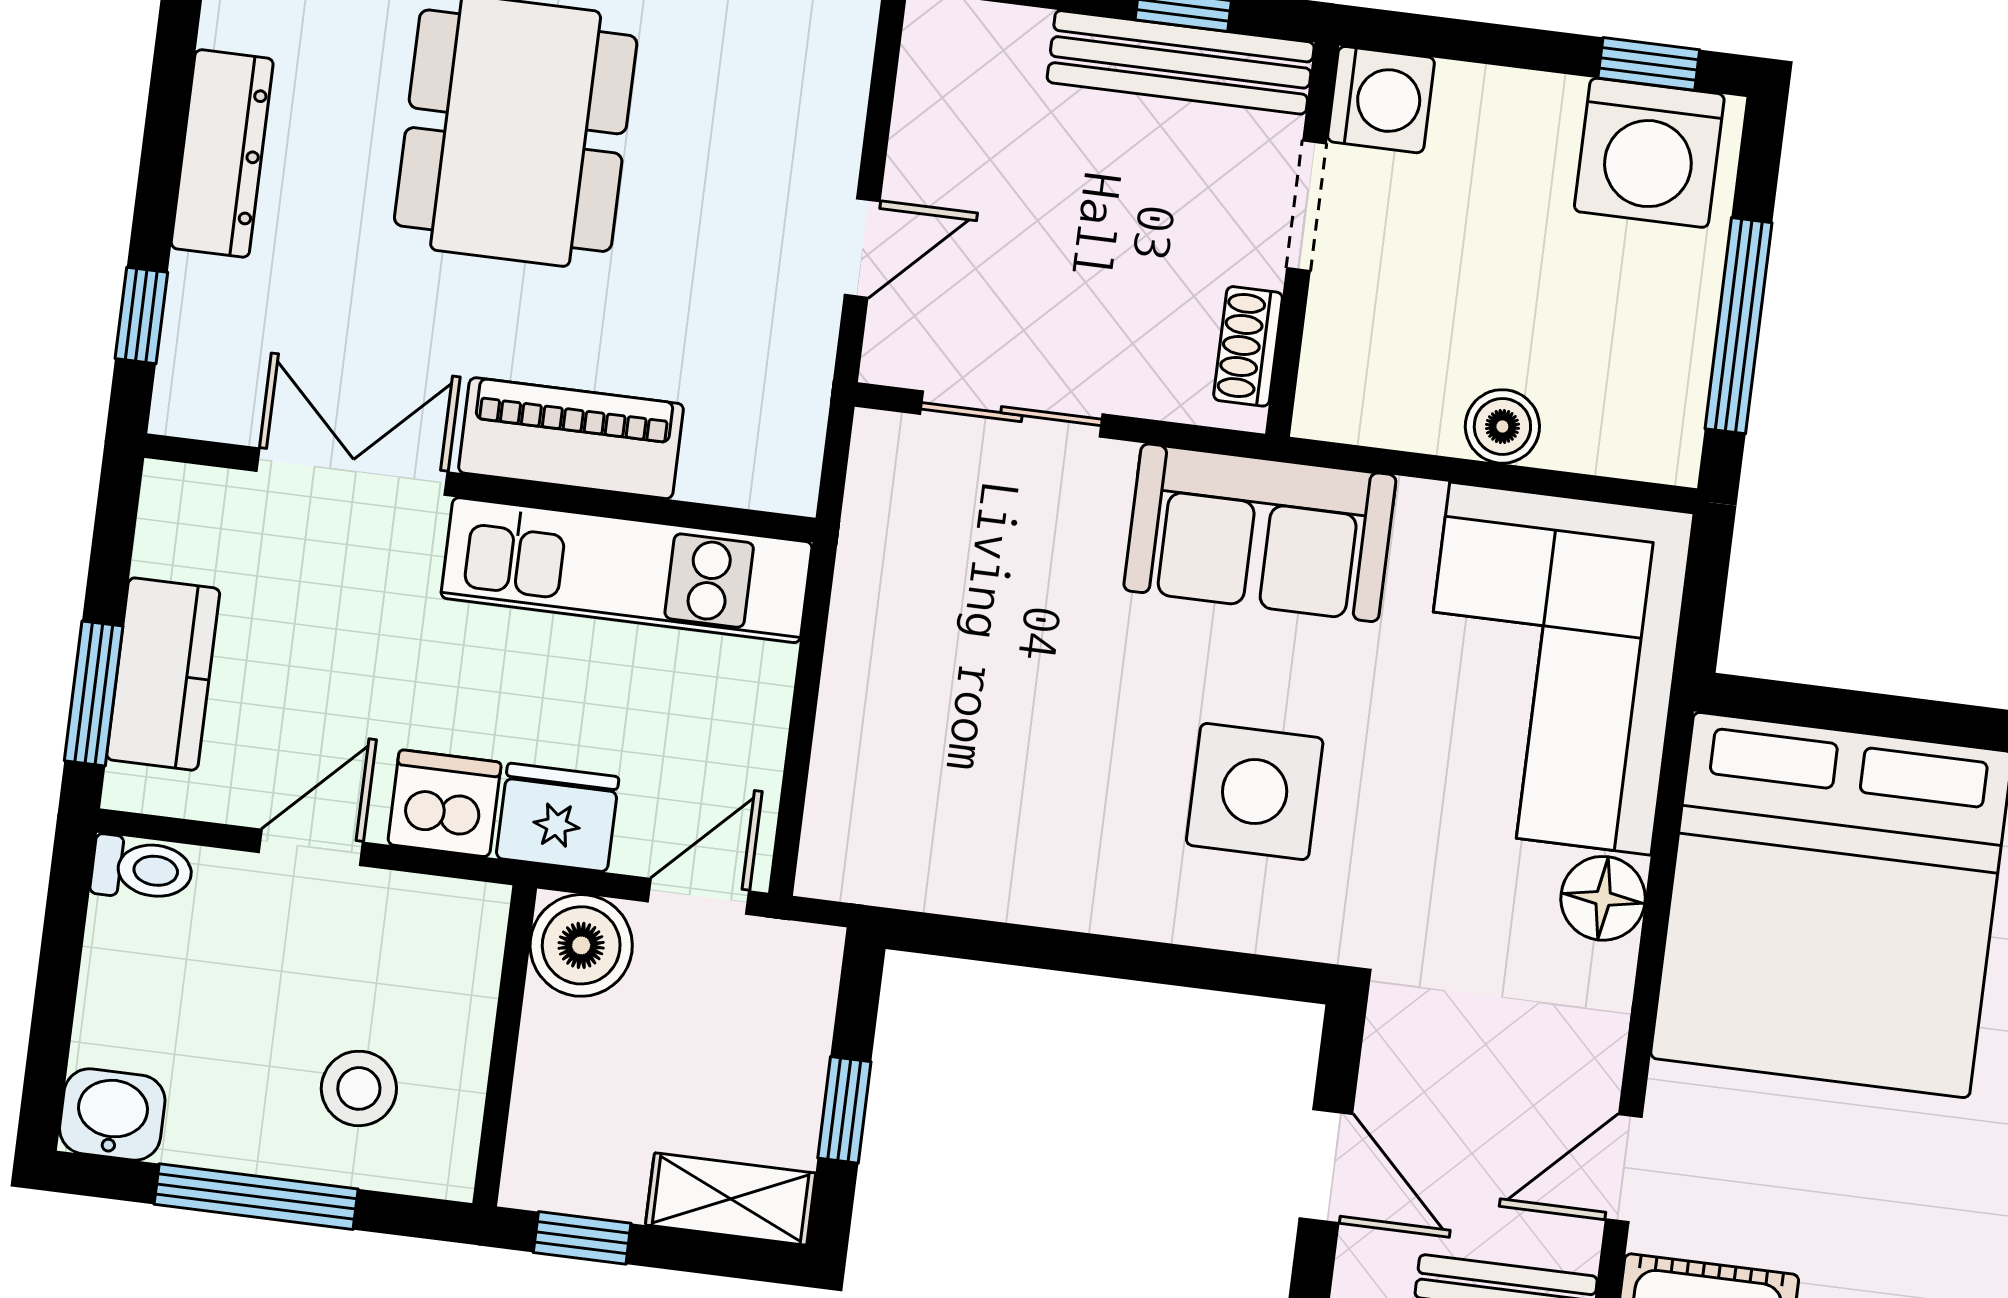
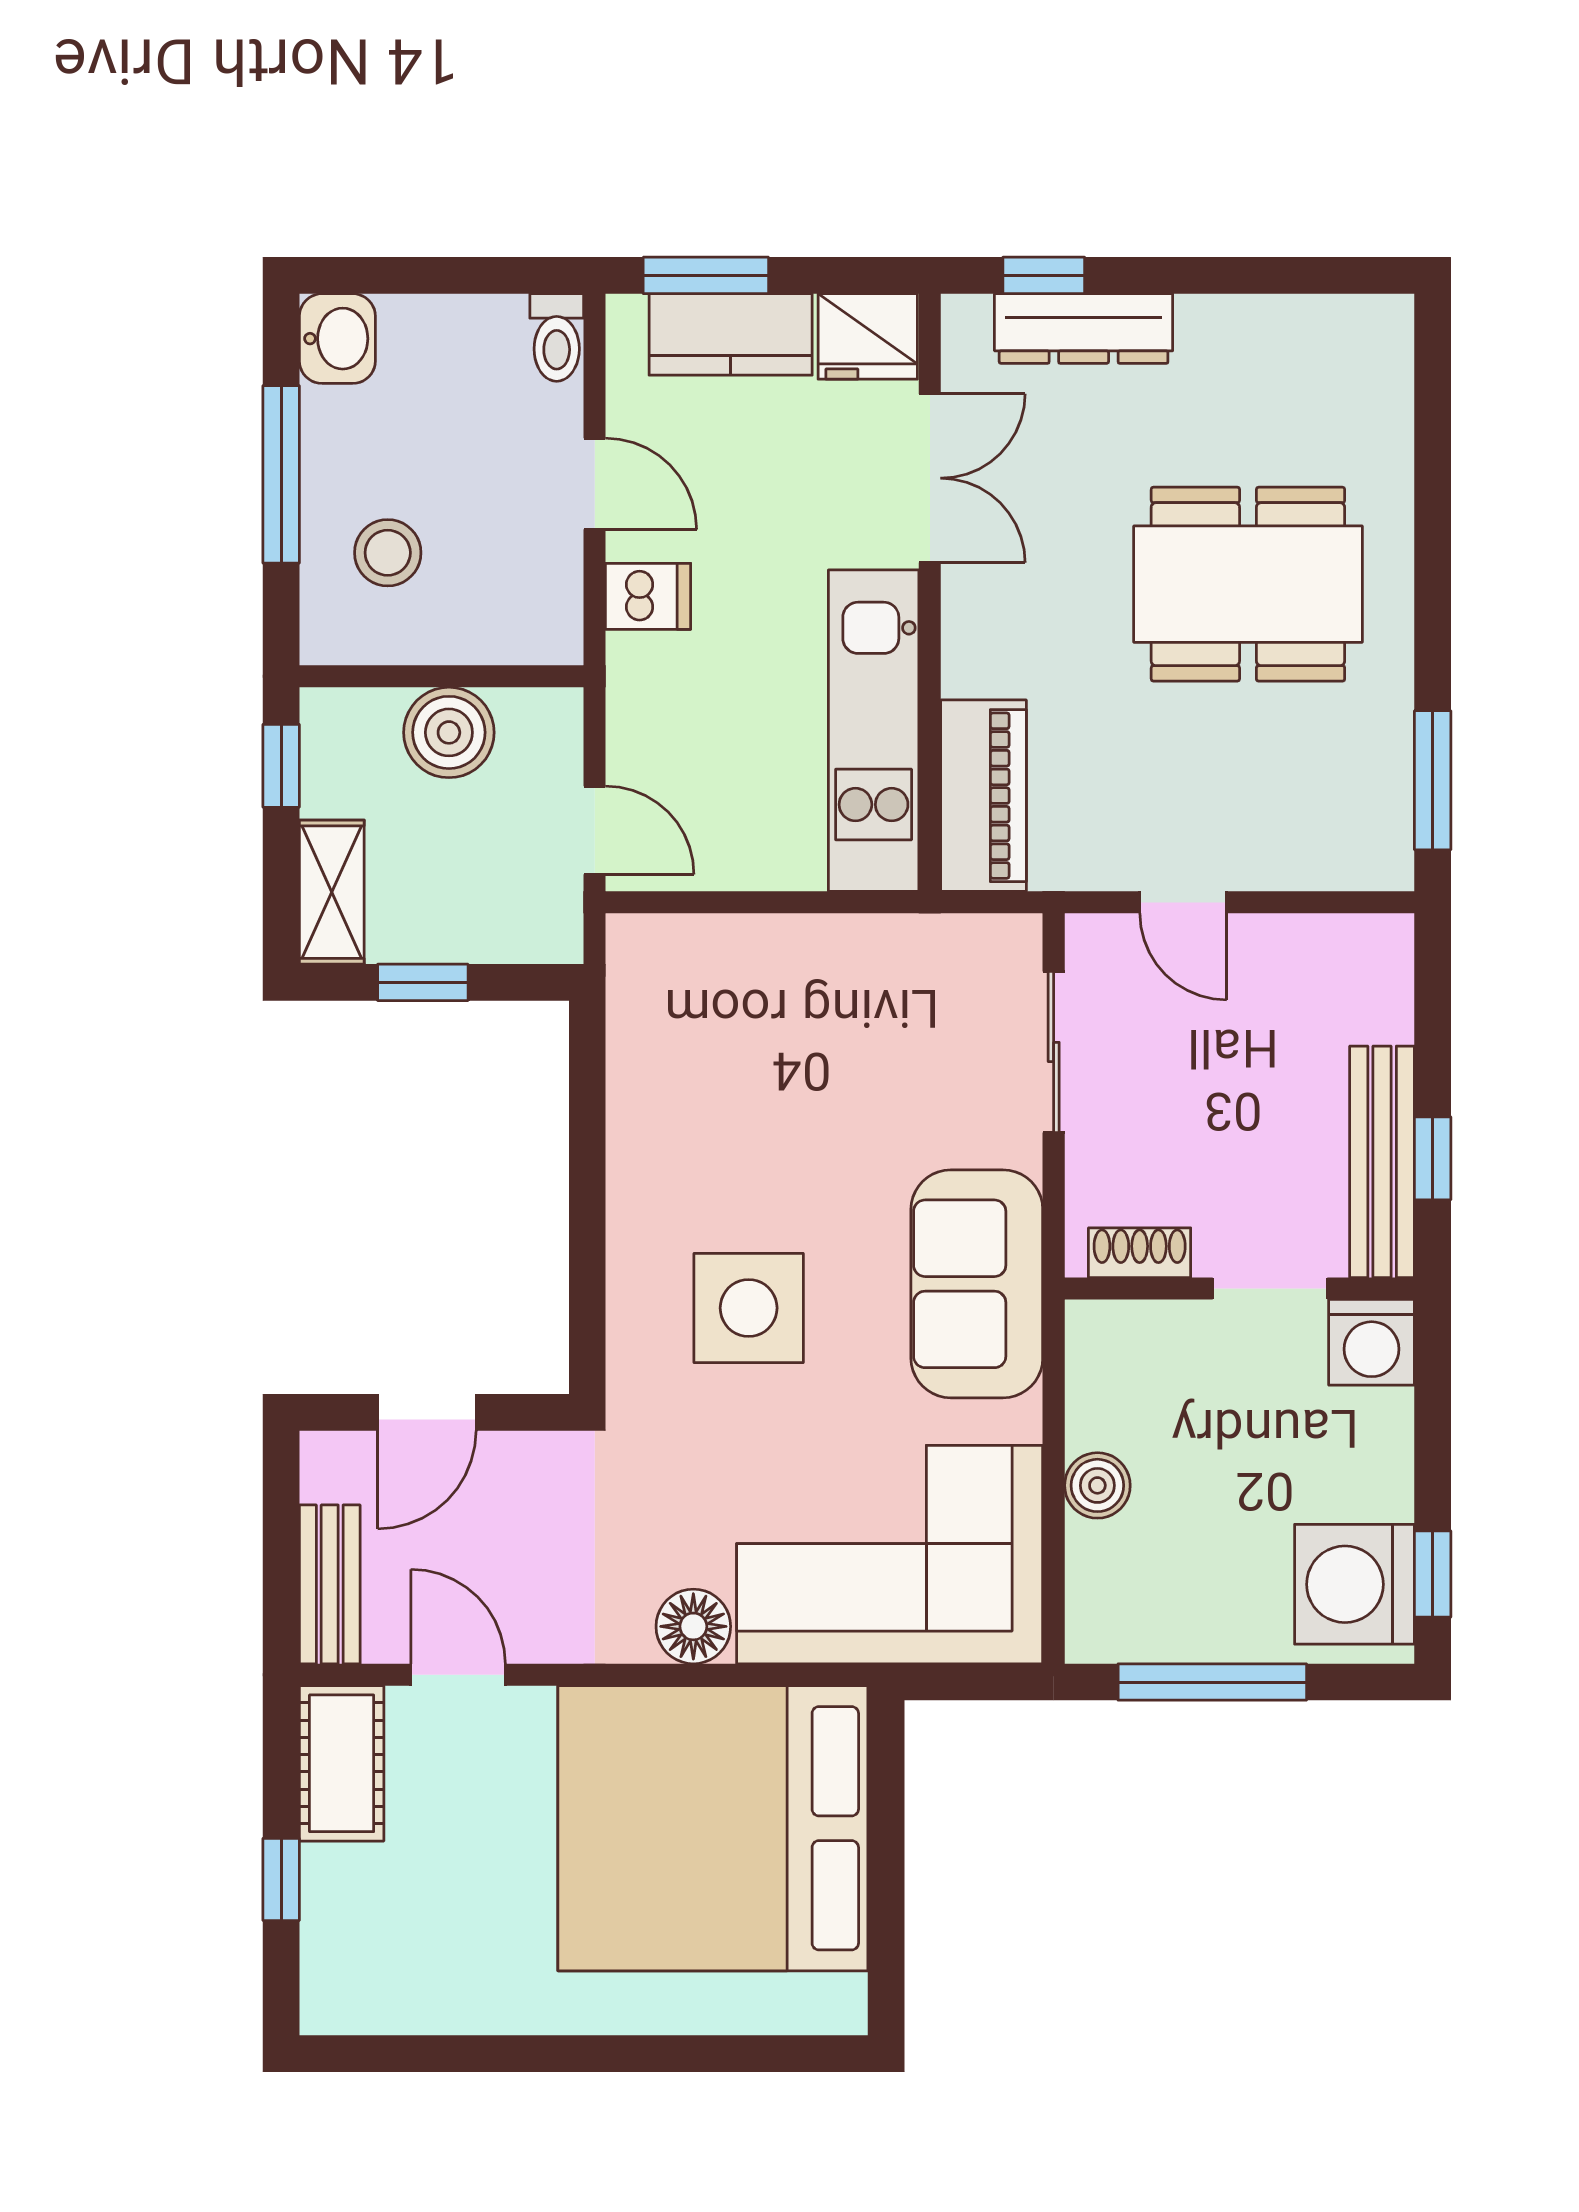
dresser: (222, 153) -> (1084, 329), moved
piano: (571, 438) -> (983, 796), moved
dishwasher: (444, 803) -> (648, 596), width x0.73
fridge: (557, 817) -> (868, 336), moved, turned 90
boiler: (581, 945) -> (449, 732), moved

